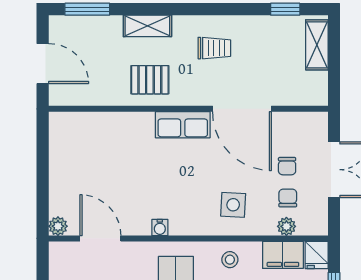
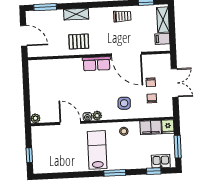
trolley: (214, 48) -> (122, 16), moved
filing cabinet: (314, 82) -> (162, 39), added
plant: (286, 226) -> (97, 116), moved
door: (100, 238) -> (70, 123), moved

